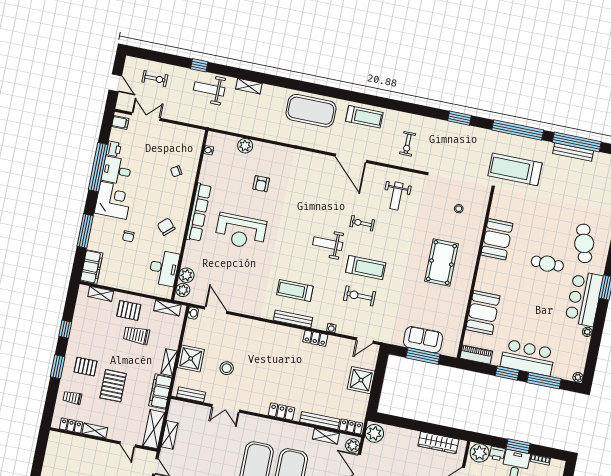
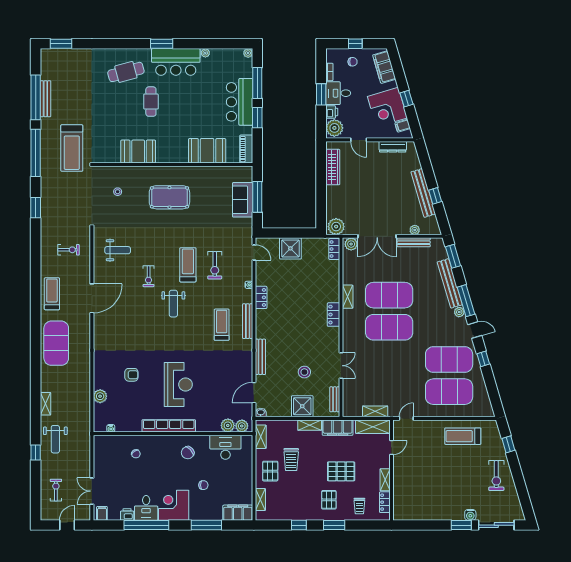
treadmill: (295, 290) -> (222, 325), turned 180
bench: (320, 420) -> (260, 357), moved
shelving: (326, 436) -> (348, 297), moved

